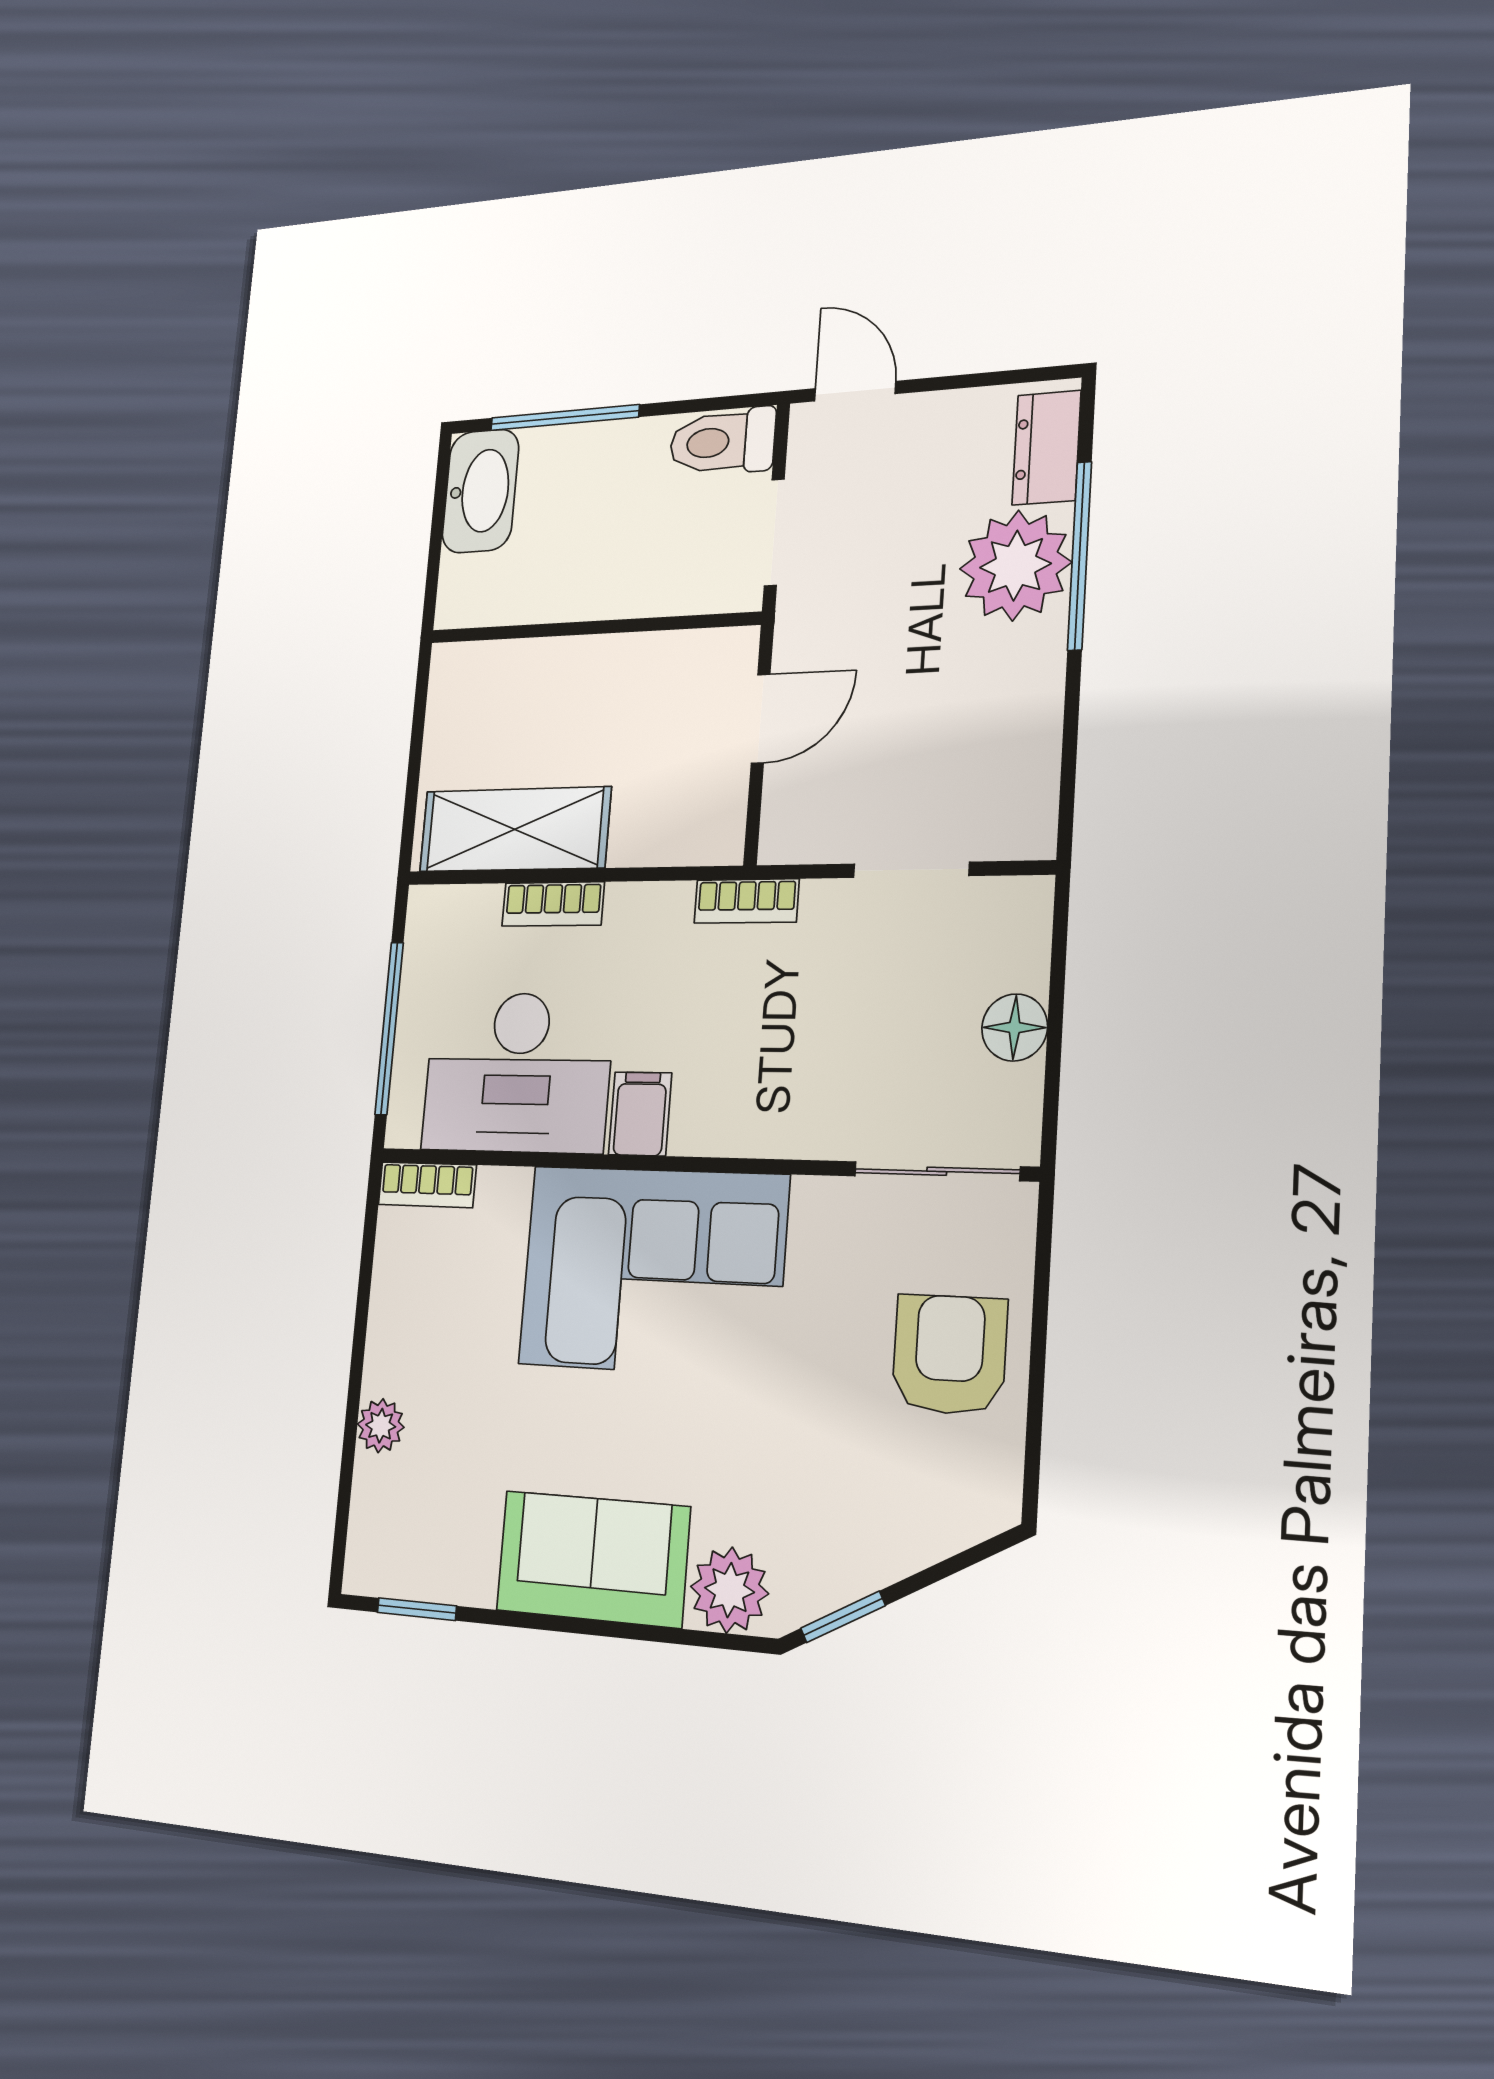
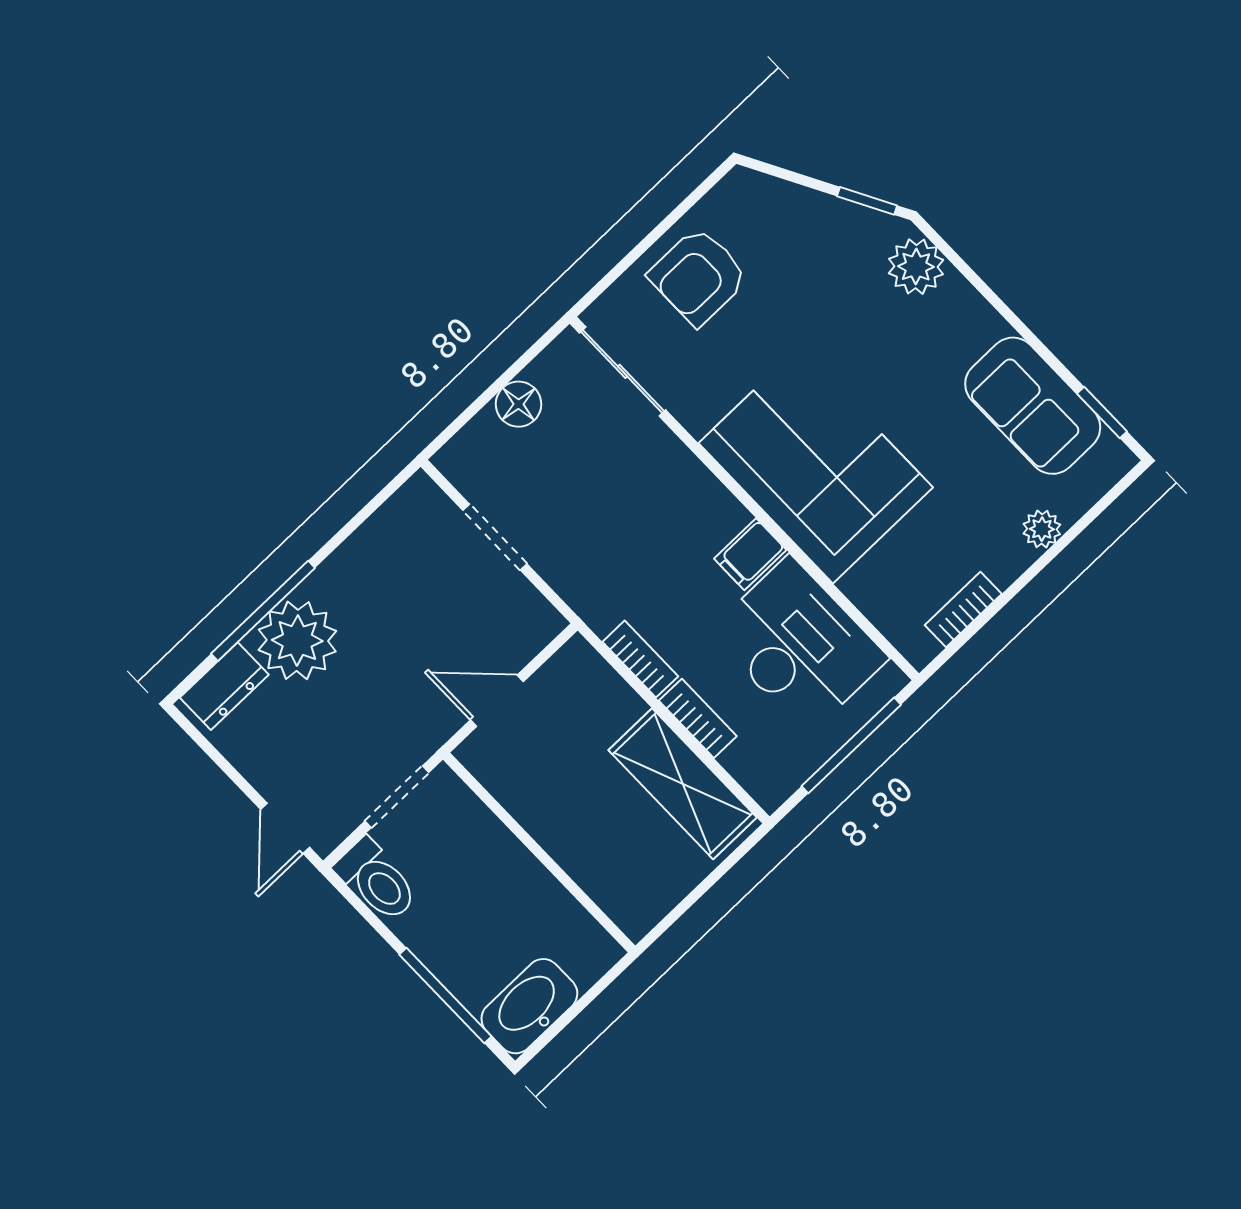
bookcase: (747, 901) -> (640, 659), moved
bookcase: (427, 1185) -> (963, 609), moved, turned -90
sofa: (593, 1559) -> (1033, 406), moved

